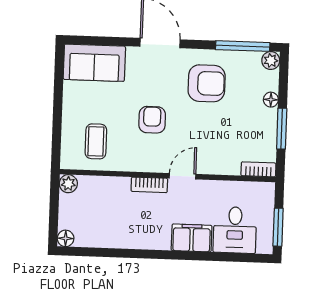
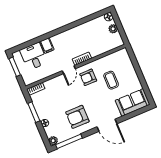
armchair: (152, 120) -> (88, 77), moved, turned 90
coffee table: (96, 141) -> (111, 80), moved
plant: (68, 184) -> (113, 29), moved
filing cabinet: (192, 238) -> (47, 46), width x0.50

